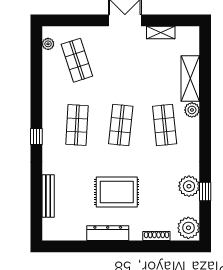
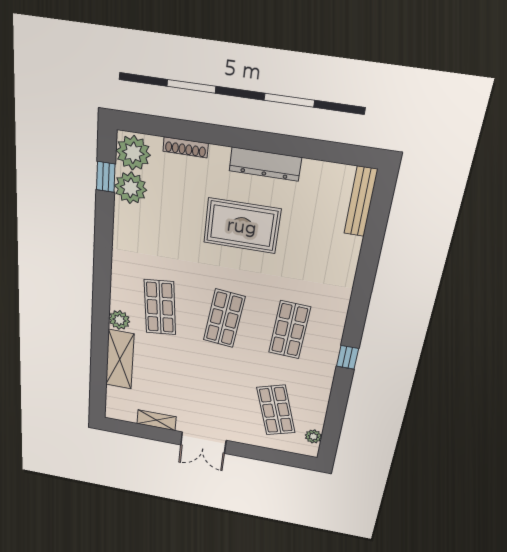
window: (36, 137) -> (348, 357), moved
plant: (189, 186) -> (131, 188), moved
window: (205, 192) -> (106, 177), moved
bench: (48, 196) -> (361, 202), moved

